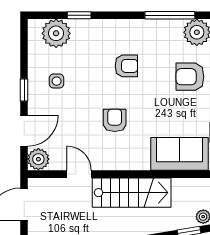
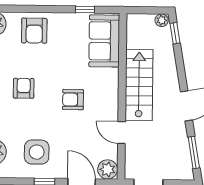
side table: (57, 81) -> (37, 152), width x1.87, depth x1.87
door: (79, 174) -> (122, 133), hinge flipped

